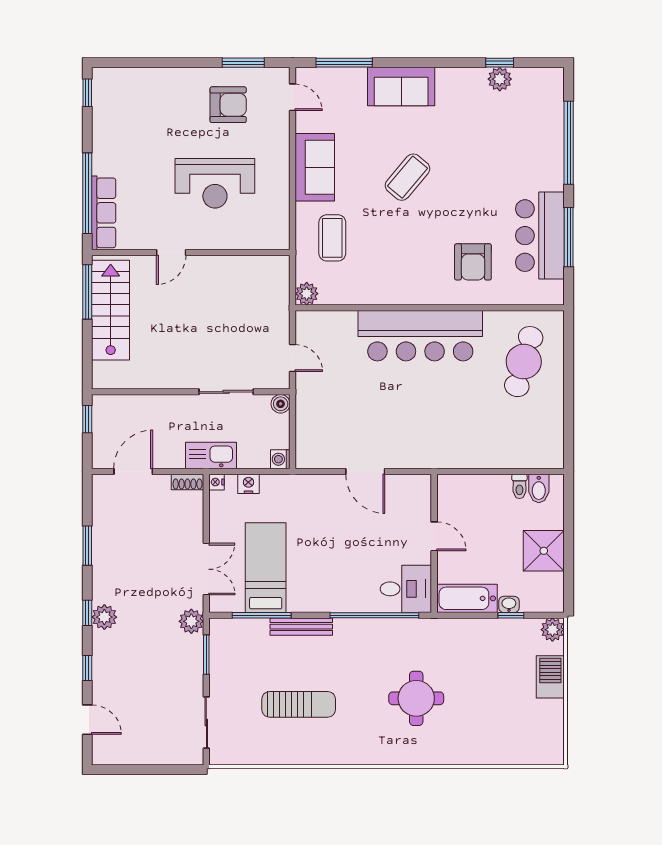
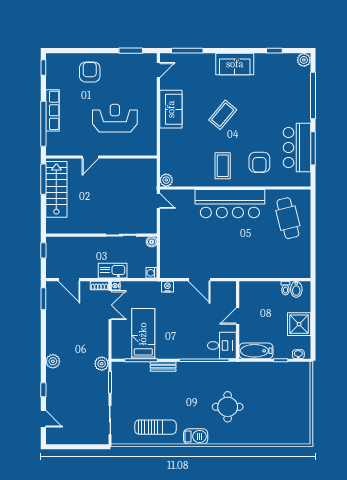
plant: (500, 79) -> (304, 60), moved
sofa: (401, 87) -> (235, 64), moved
door: (293, 97) -> (158, 70), hinge flipped
armchair: (228, 105) -> (90, 72), moved, turned -90
reception desk: (215, 183) -> (115, 118), turned 180
row of seats: (104, 213) -> (53, 110), moved
coffee table: (332, 238) -> (223, 166), moved
door: (293, 358) -> (158, 201), moved
cafe table: (524, 362) -> (288, 218), turned -30
door: (133, 471) -> (69, 280), swing flipped
nightstand: (248, 484) -> (167, 287), moved
door: (434, 536) -> (238, 316), swing flipped
window: (87, 546) -> (43, 299), moved
double door: (206, 569) -> (110, 305), moved
washbasin: (509, 604) -> (298, 354), moved
window: (87, 613) -> (43, 359), removed
bench: (301, 627) -> (163, 367), width x0.73
plant: (552, 630) -> (304, 368), removed
barbecue: (550, 677) -> (196, 437), moved, turned 90
sun lounger: (299, 704) -> (155, 427), moved

